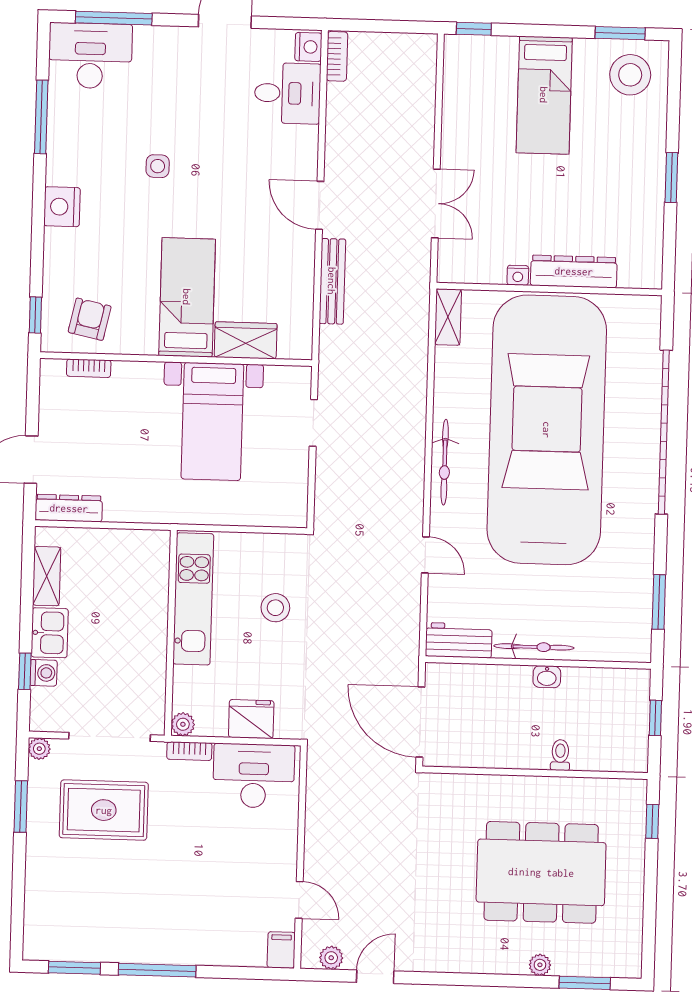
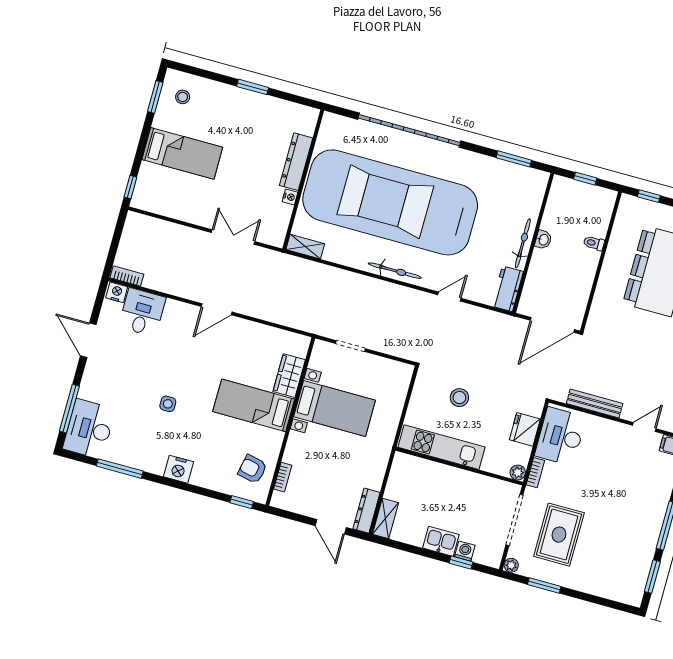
stool: (630, 75) -> (183, 97), width x0.53, depth x0.53
bench: (332, 281) -> (595, 403), moved
shelving: (47, 576) -> (386, 518), moved, turned 90

